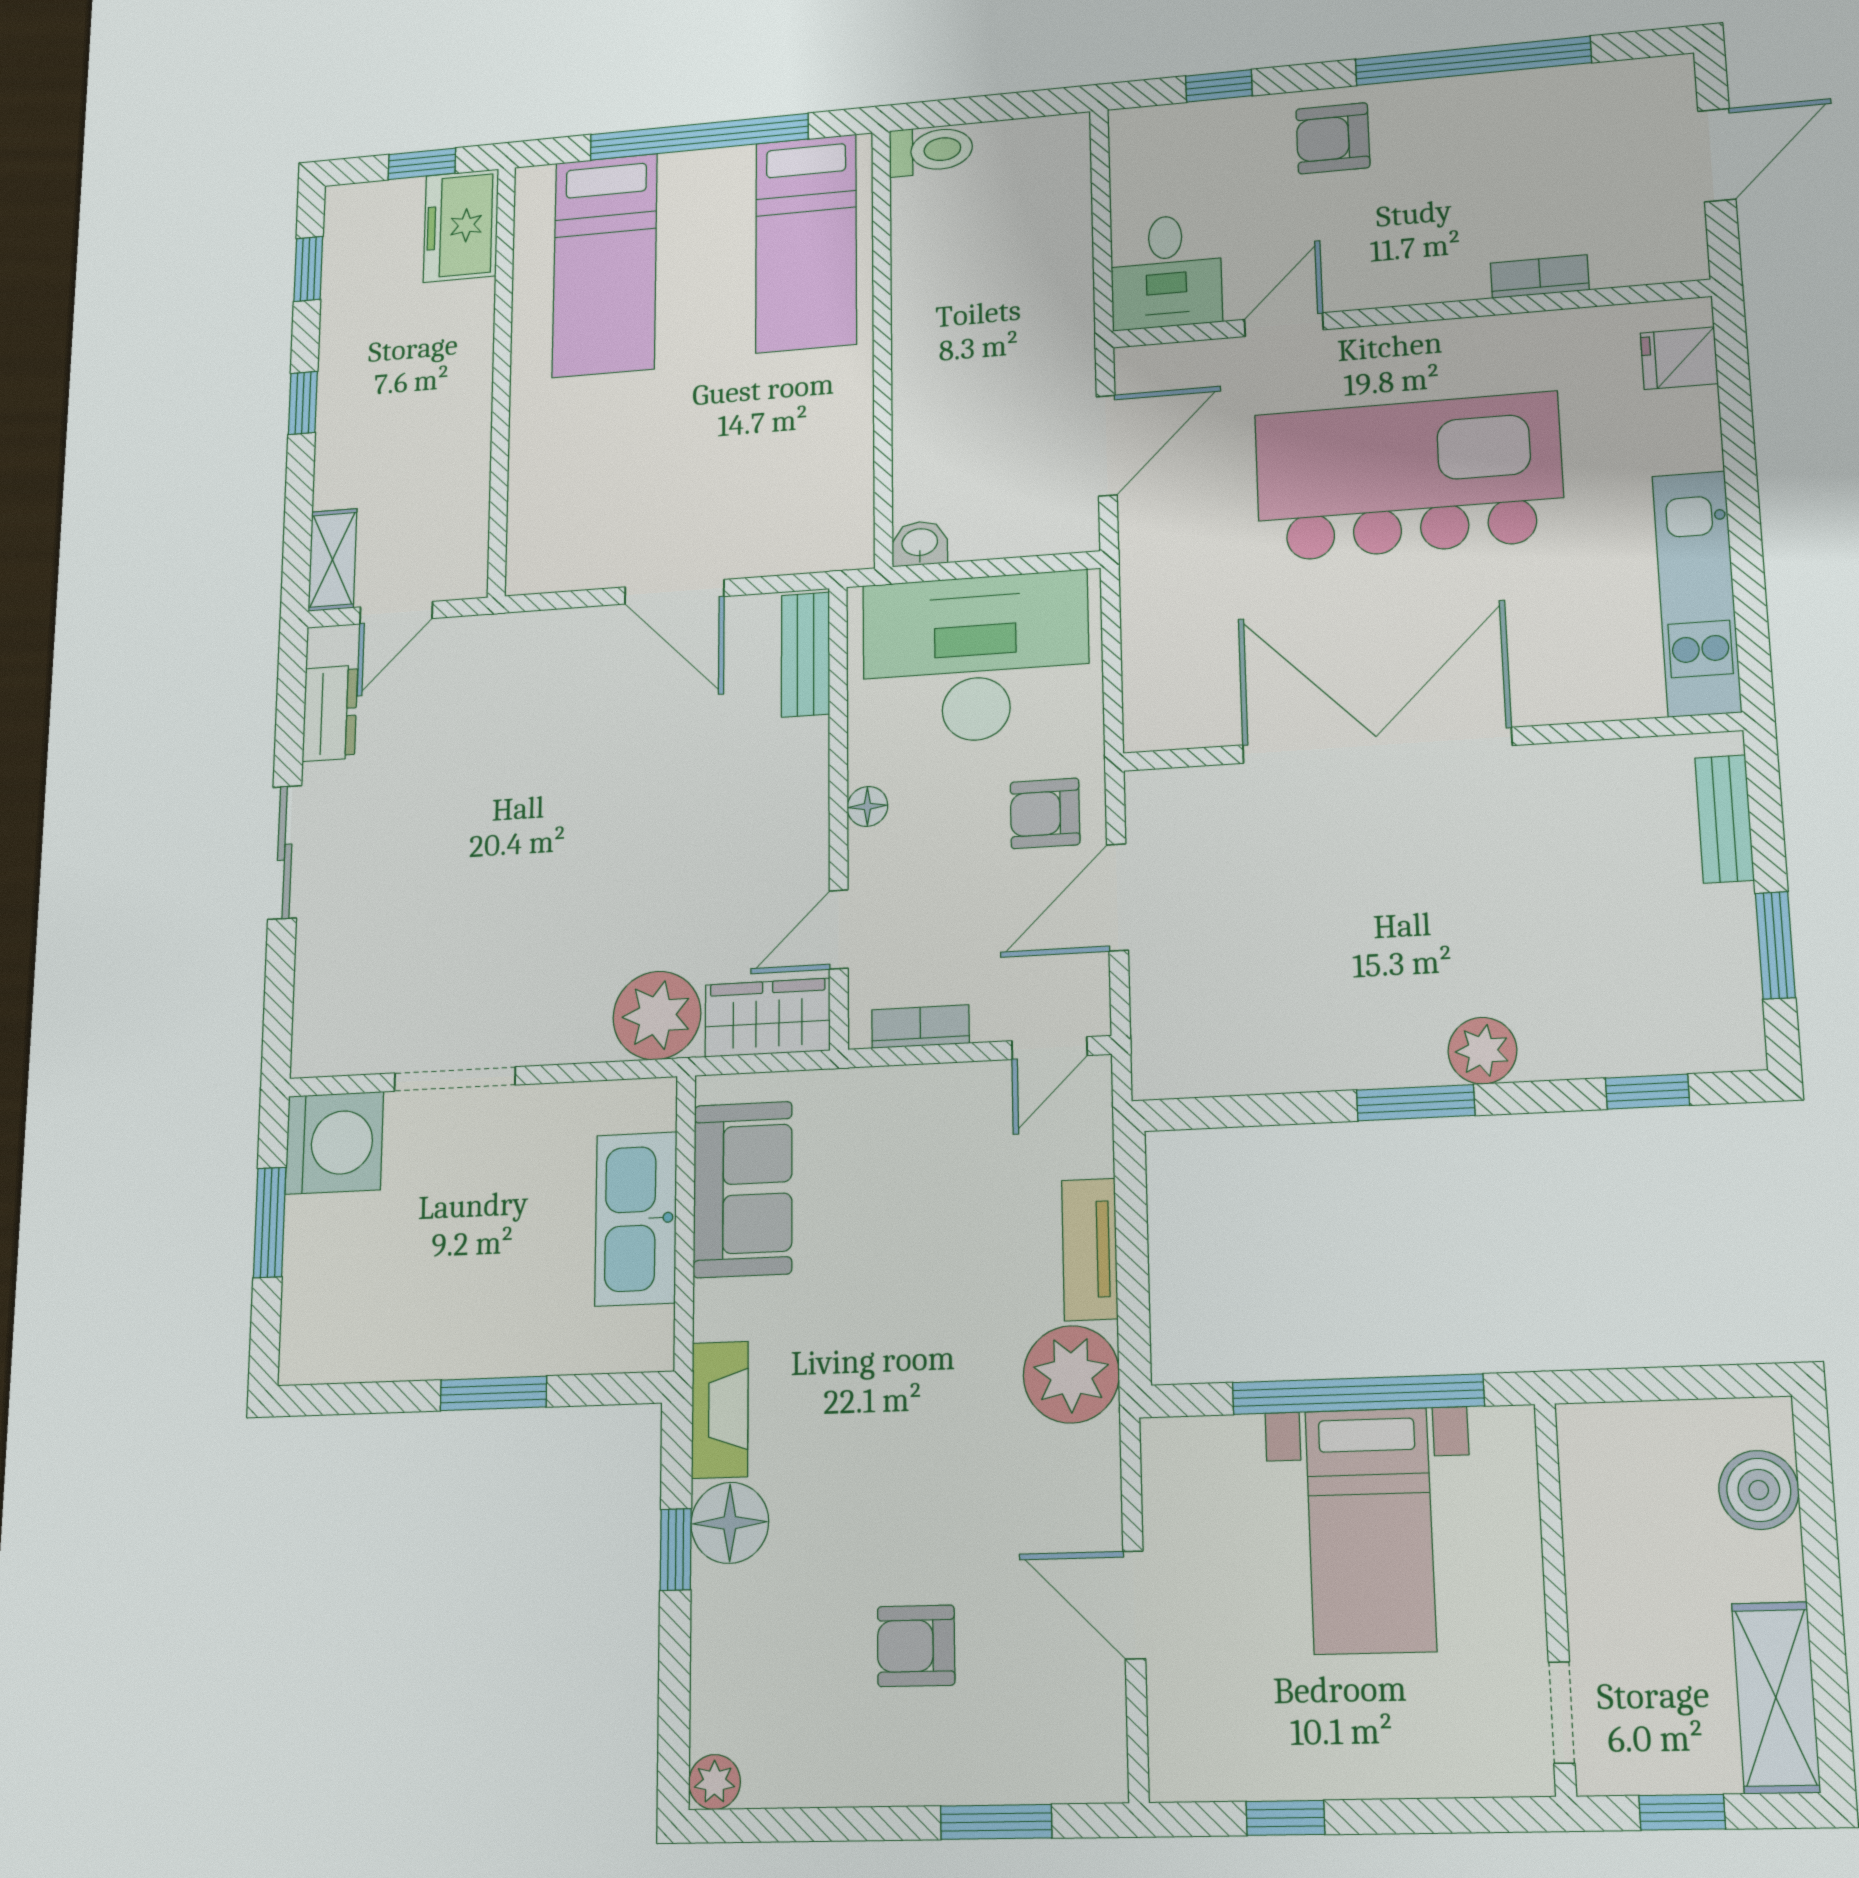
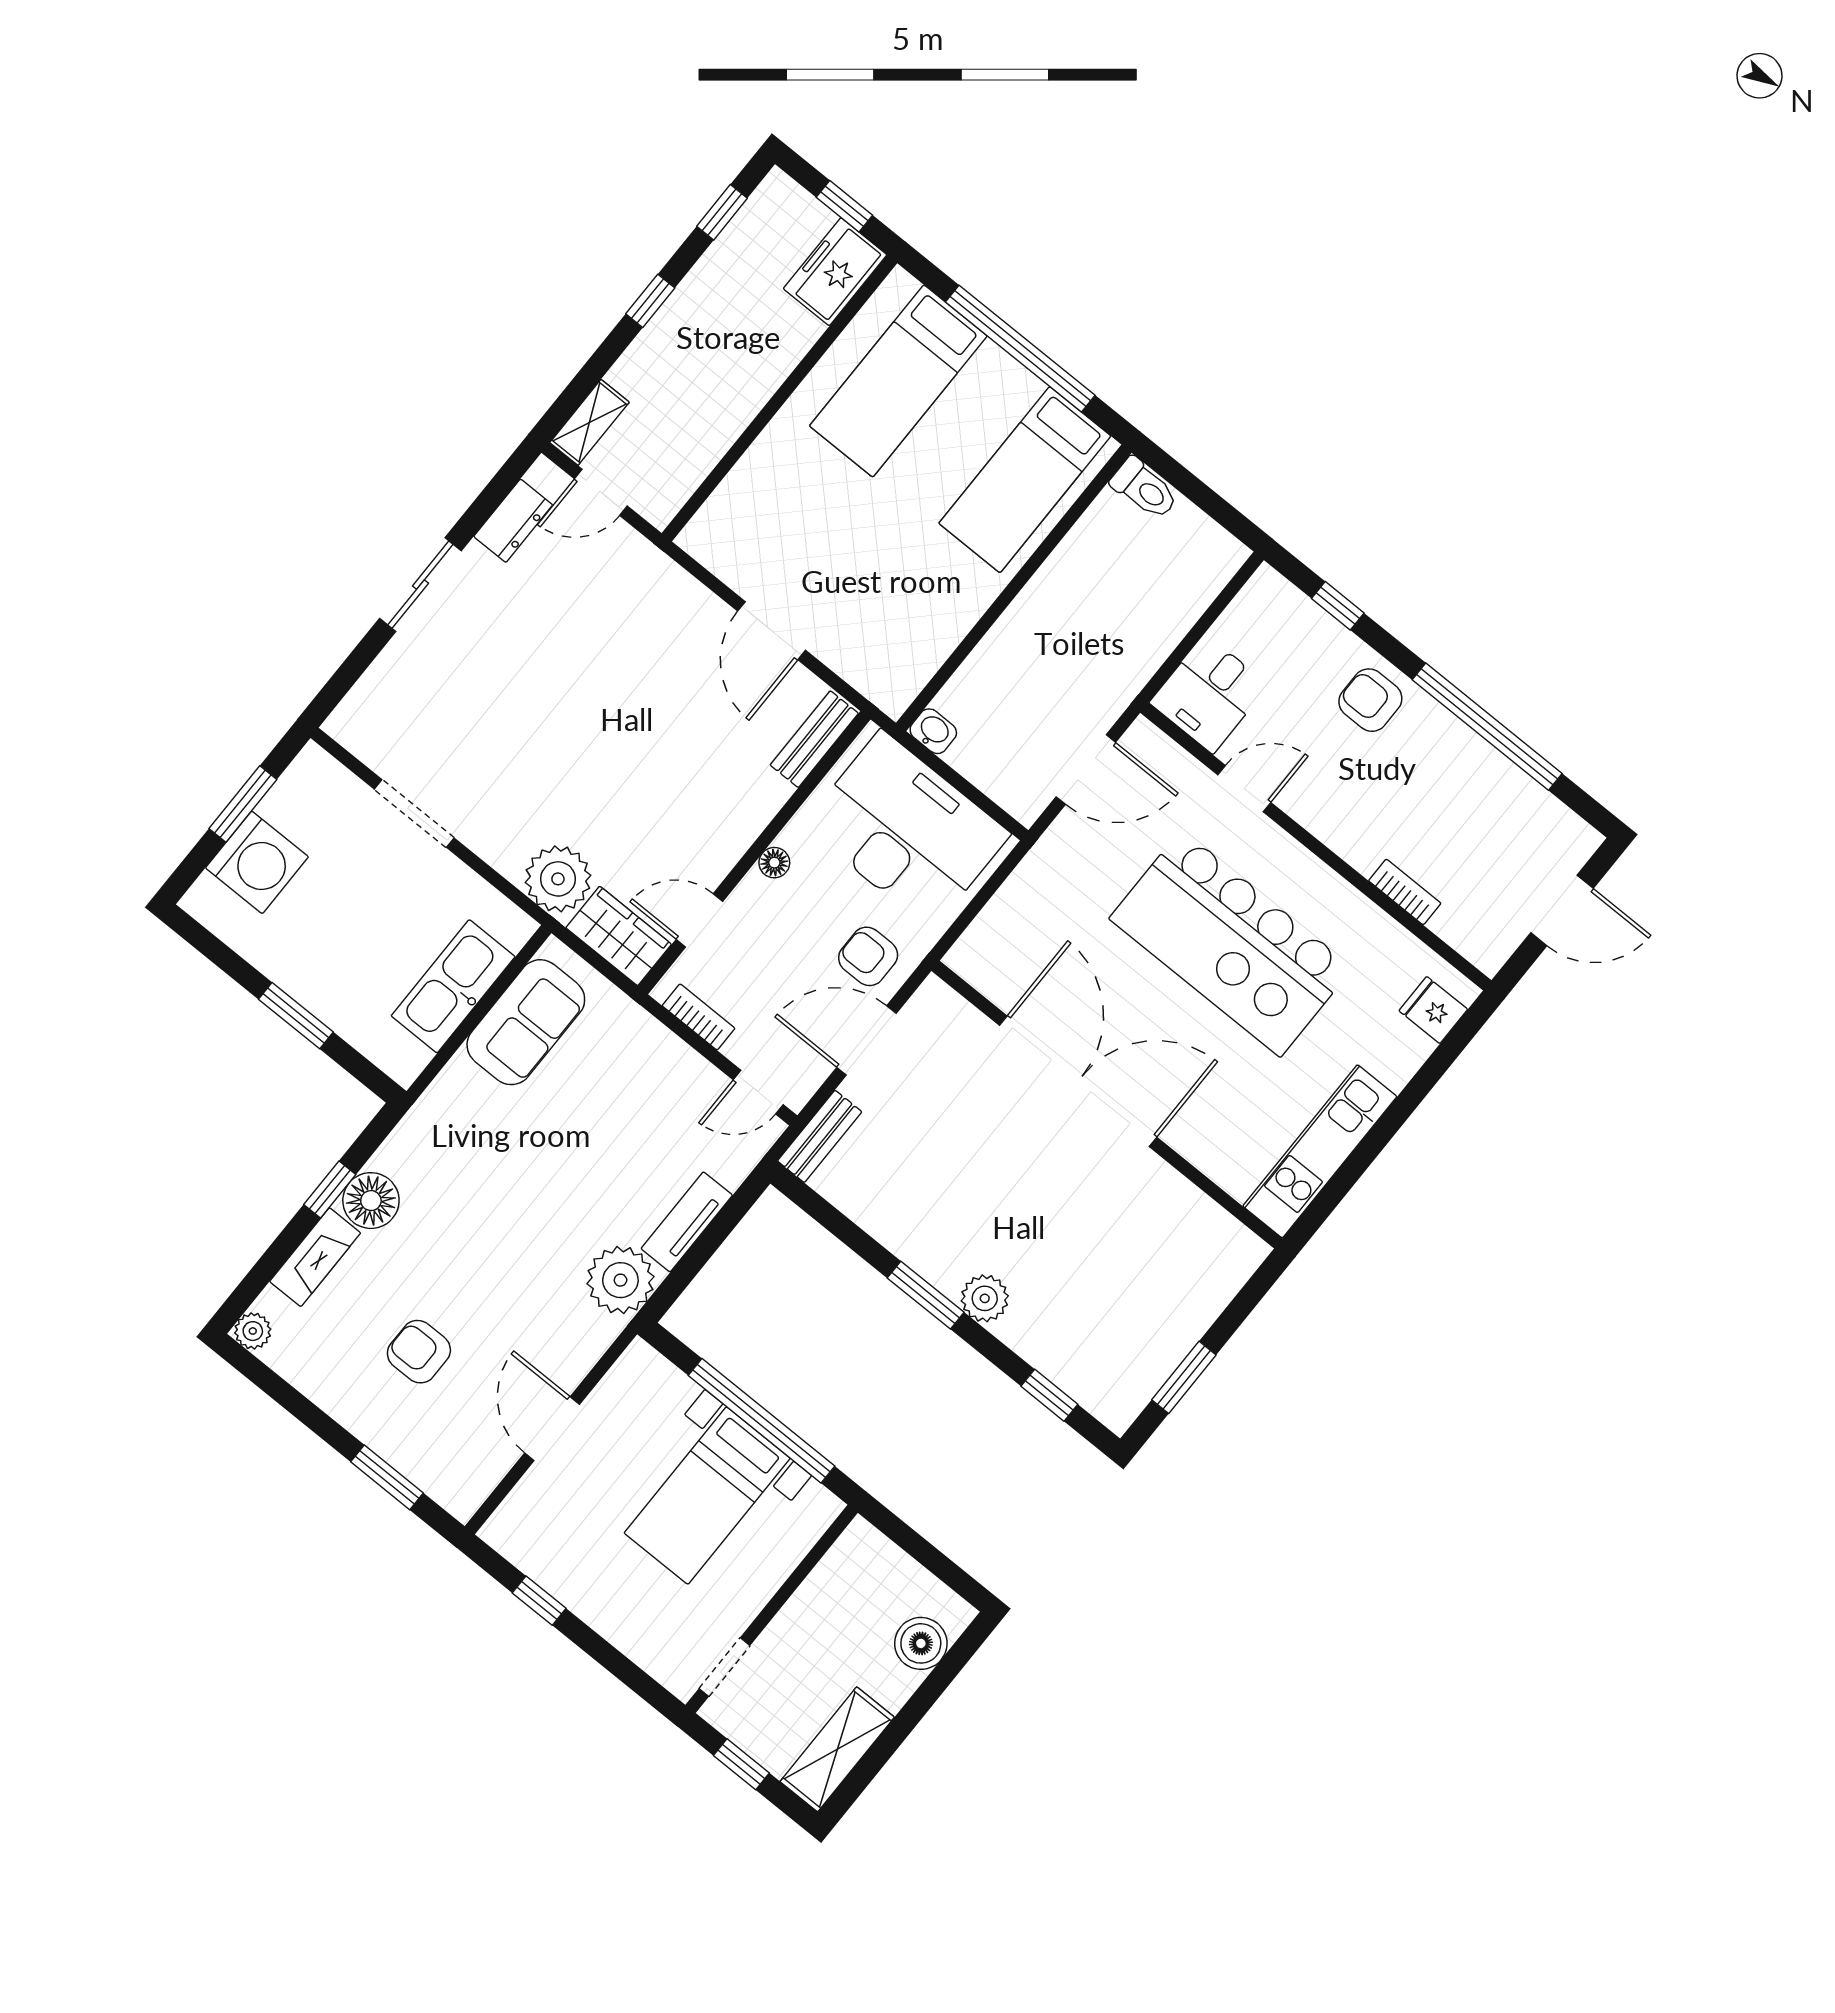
kitchen island: (1409, 477) -> (1231, 943), turned 180
bench: (1724, 819) -> (820, 1136), moved
washing machine: (334, 1143) -> (257, 862), moved
fireplace: (720, 1410) -> (315, 1257), moved

